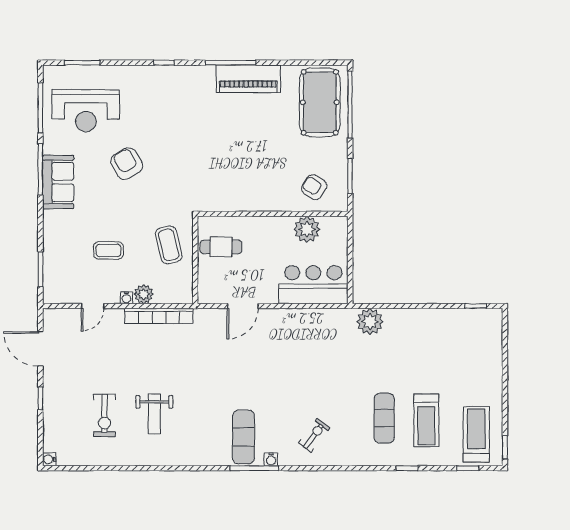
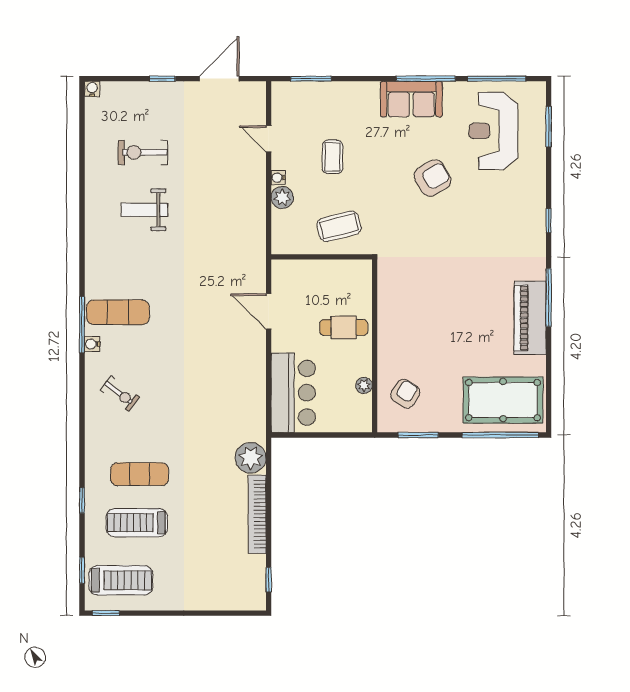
plant: (307, 229) -> (364, 385), width x0.53, depth x0.53
cafe table: (221, 247) -> (344, 327), moved, turned 90
bookcase: (159, 316) -> (257, 514), moved

